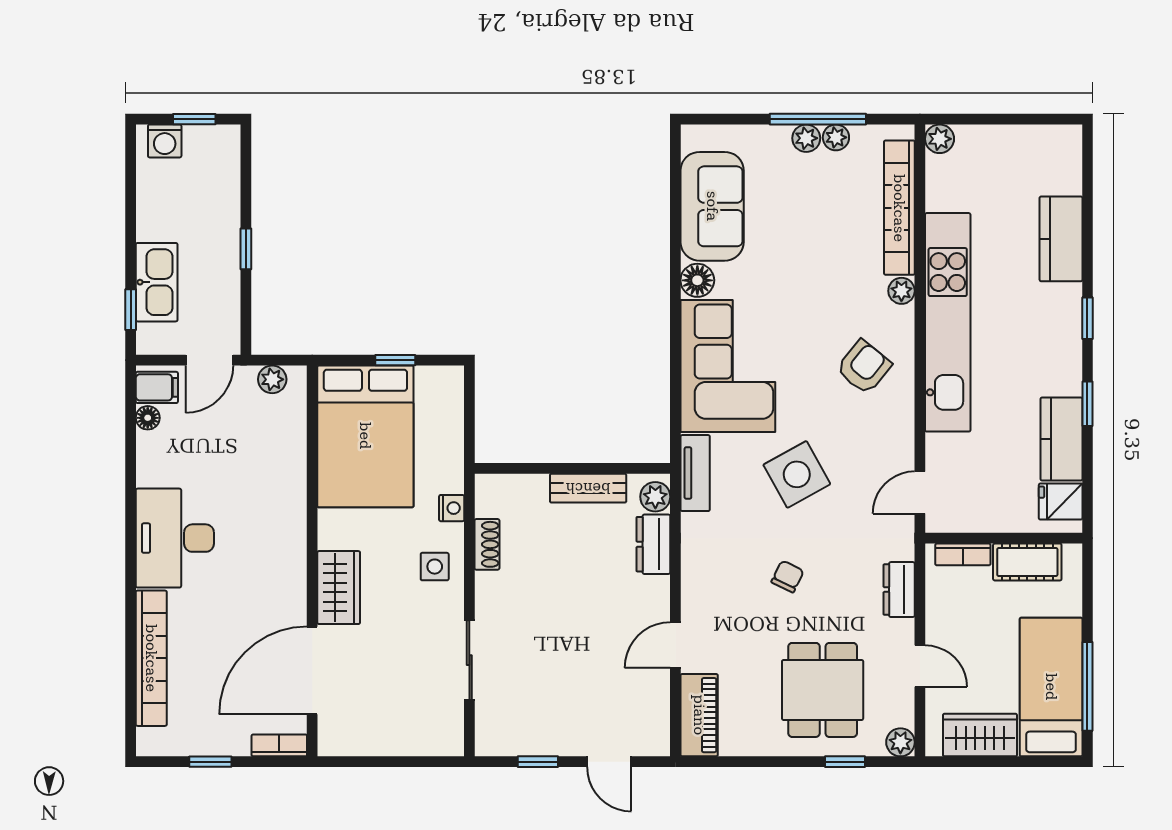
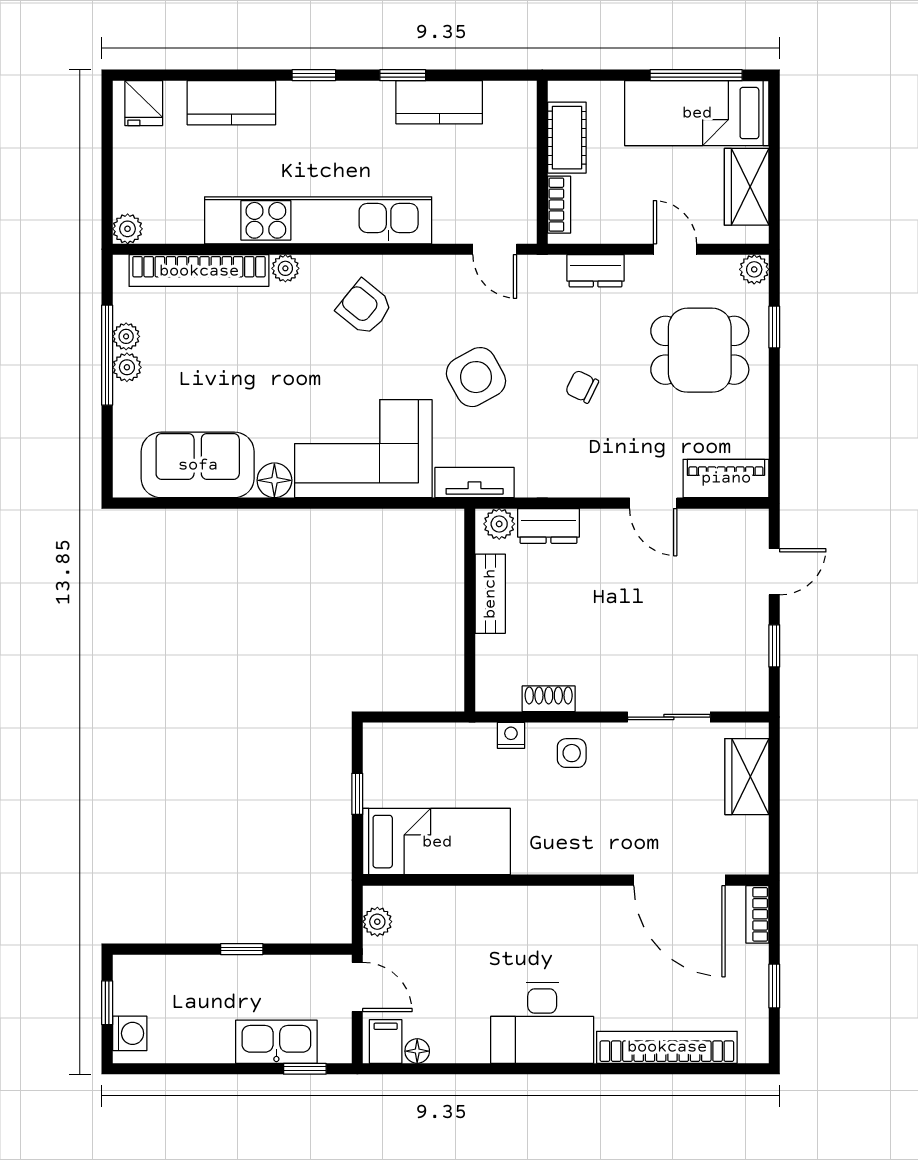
bed: (365, 436) -> (437, 842), width x0.67
fridge: (1061, 502) -> (144, 103), moved
wardrobe: (339, 588) -> (747, 777), moved, turned -90
door: (920, 666) -> (675, 249), hinge flipped

